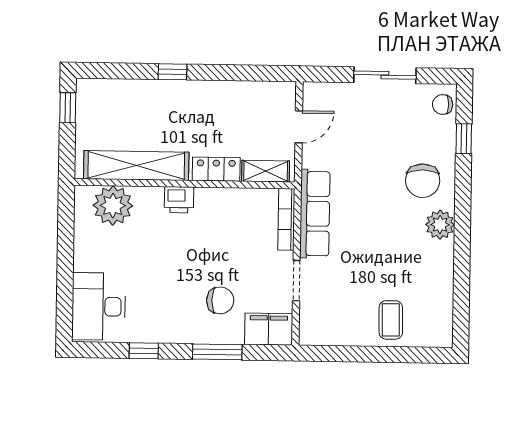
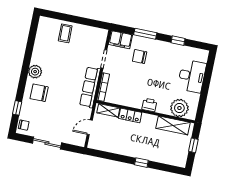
window: (68, 108) -> (193, 145), moved
shelving: (136, 166) -> (173, 125), width x0.68
chair: (423, 181) -> (39, 93), turned -90
desk: (99, 306) -> (192, 76), moved

